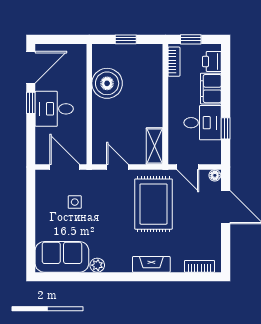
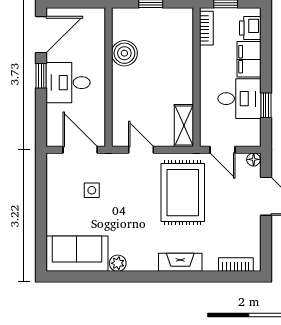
boiler: (107, 83) -> (124, 53), width x0.73, depth x0.73

